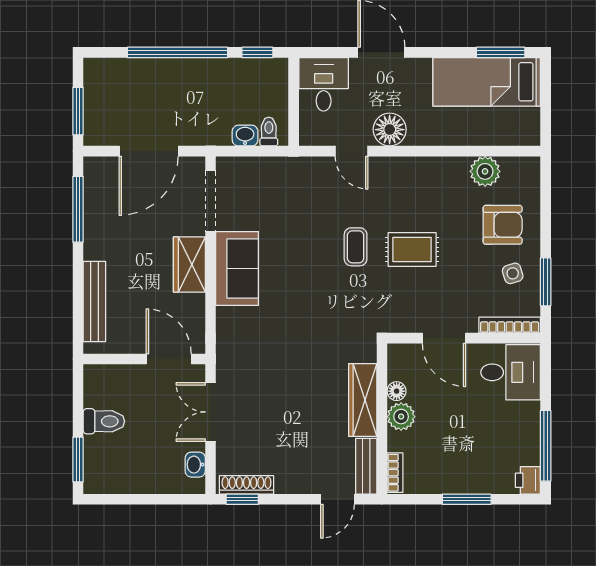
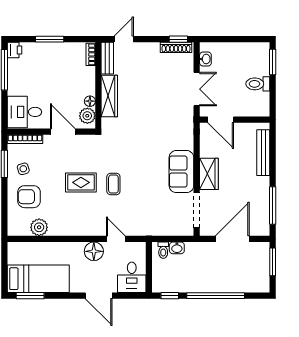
plant: (401, 417) -> (87, 116), moved

